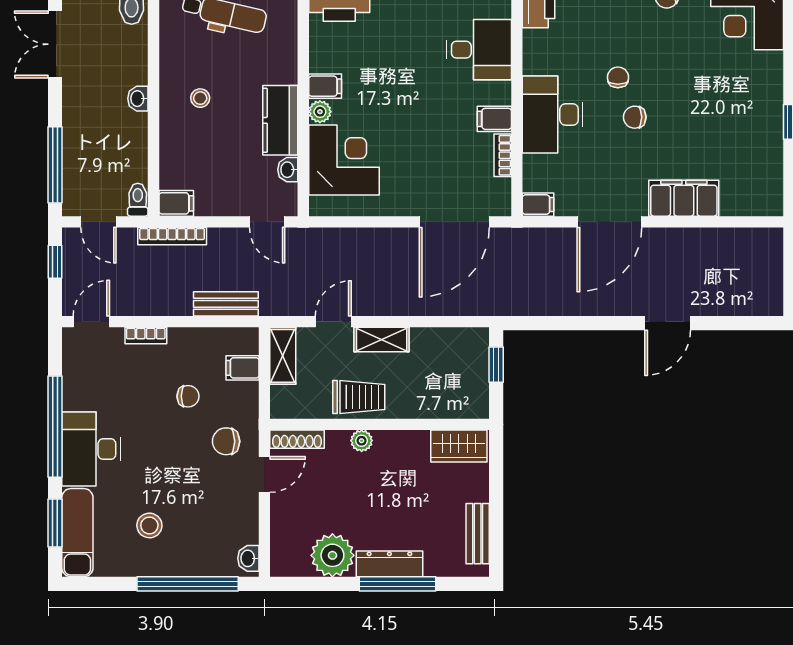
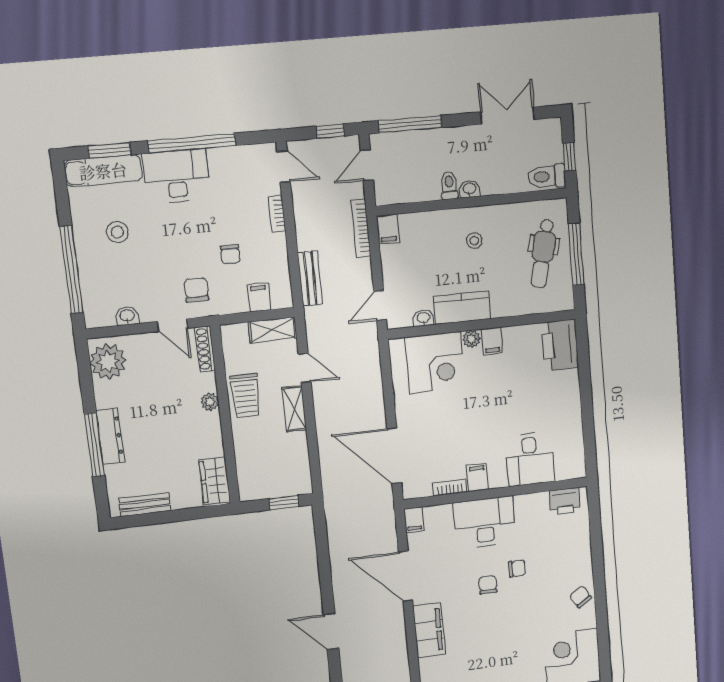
toilet: (138, 200) -> (449, 185), moved, turned -90
plant: (332, 555) -> (108, 362), moved
washbasin: (248, 558) -> (127, 316), moved

